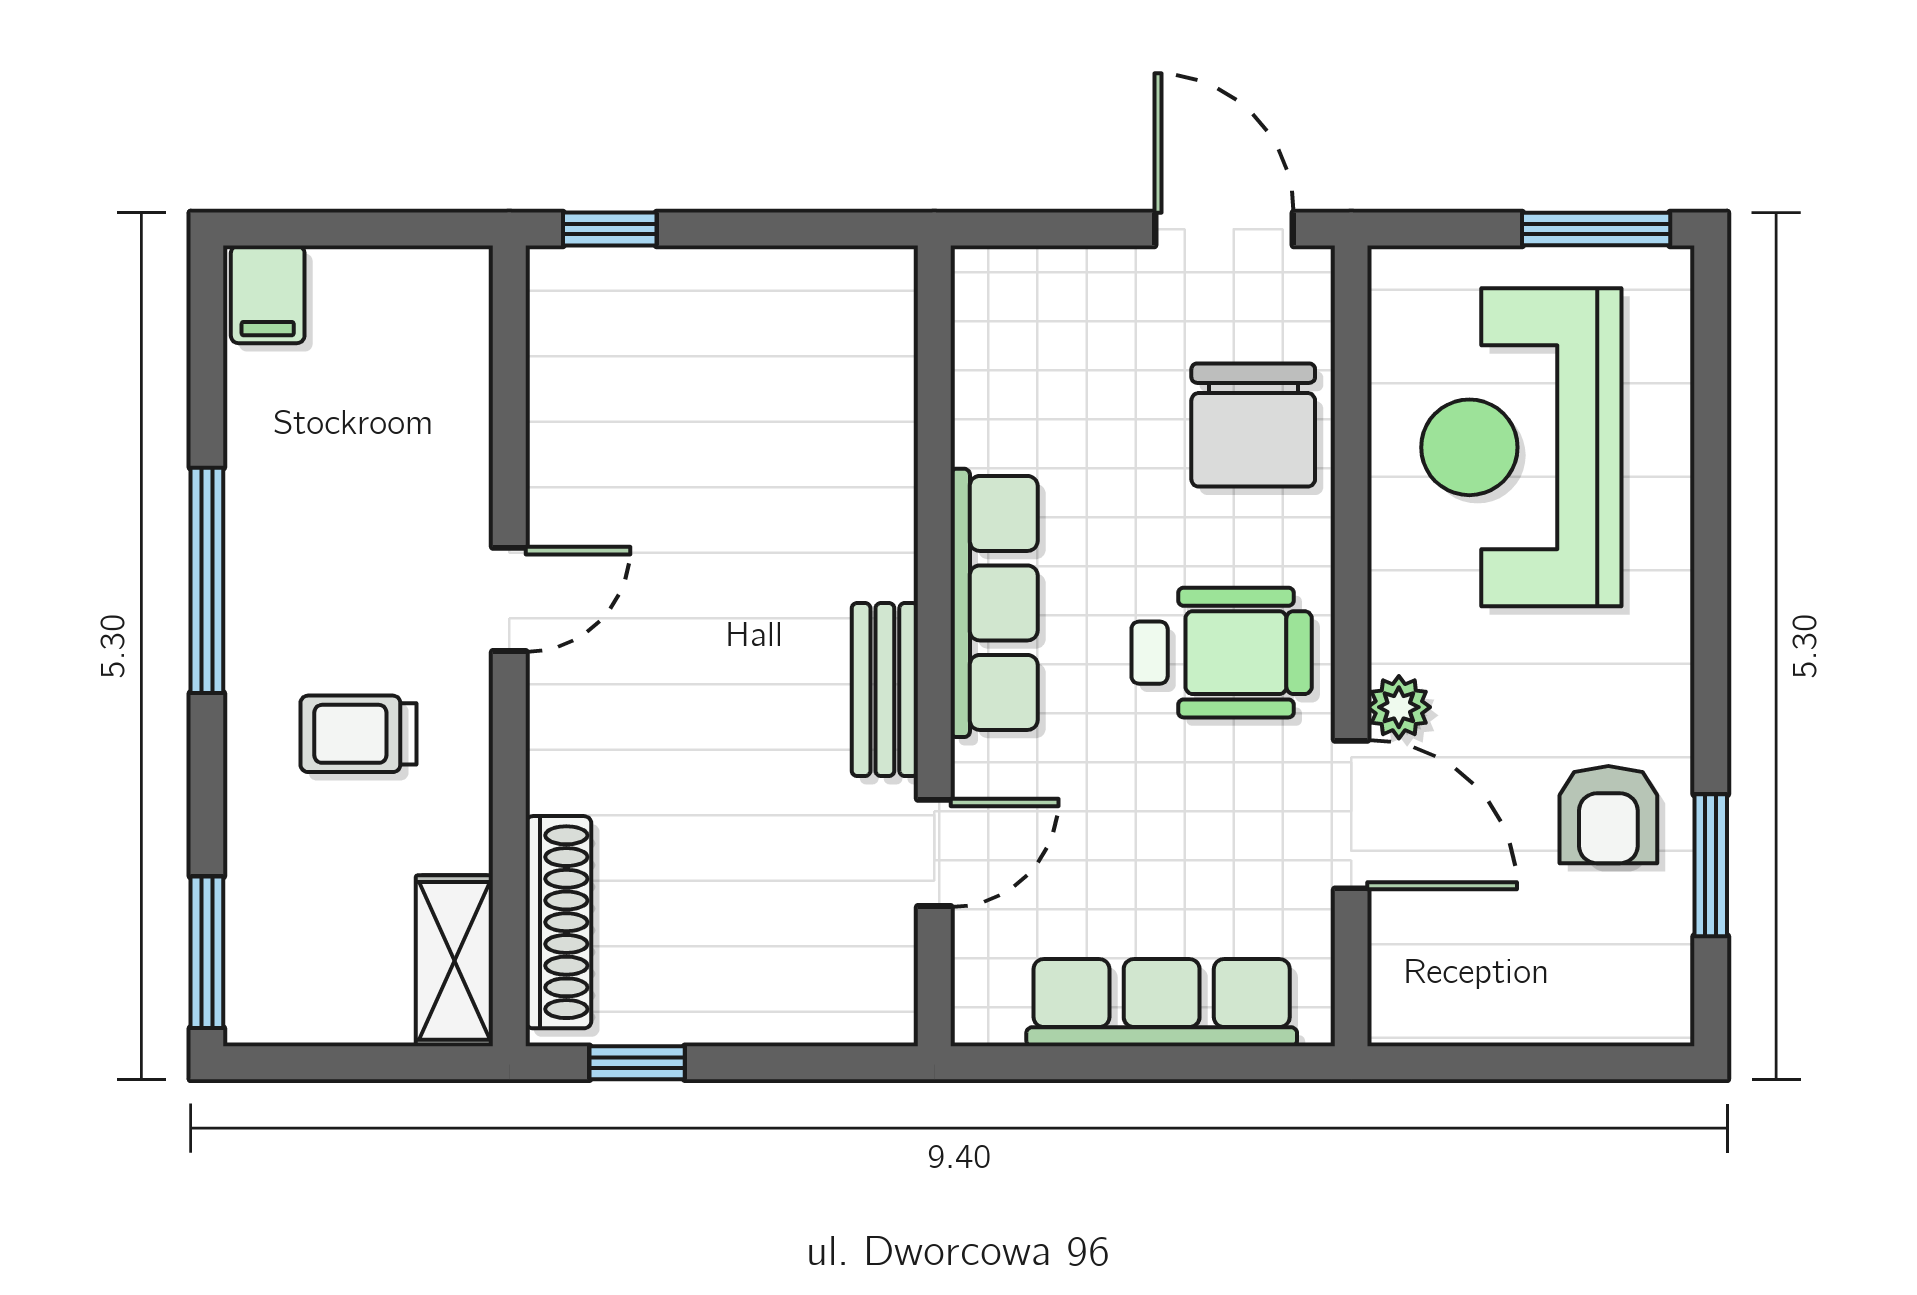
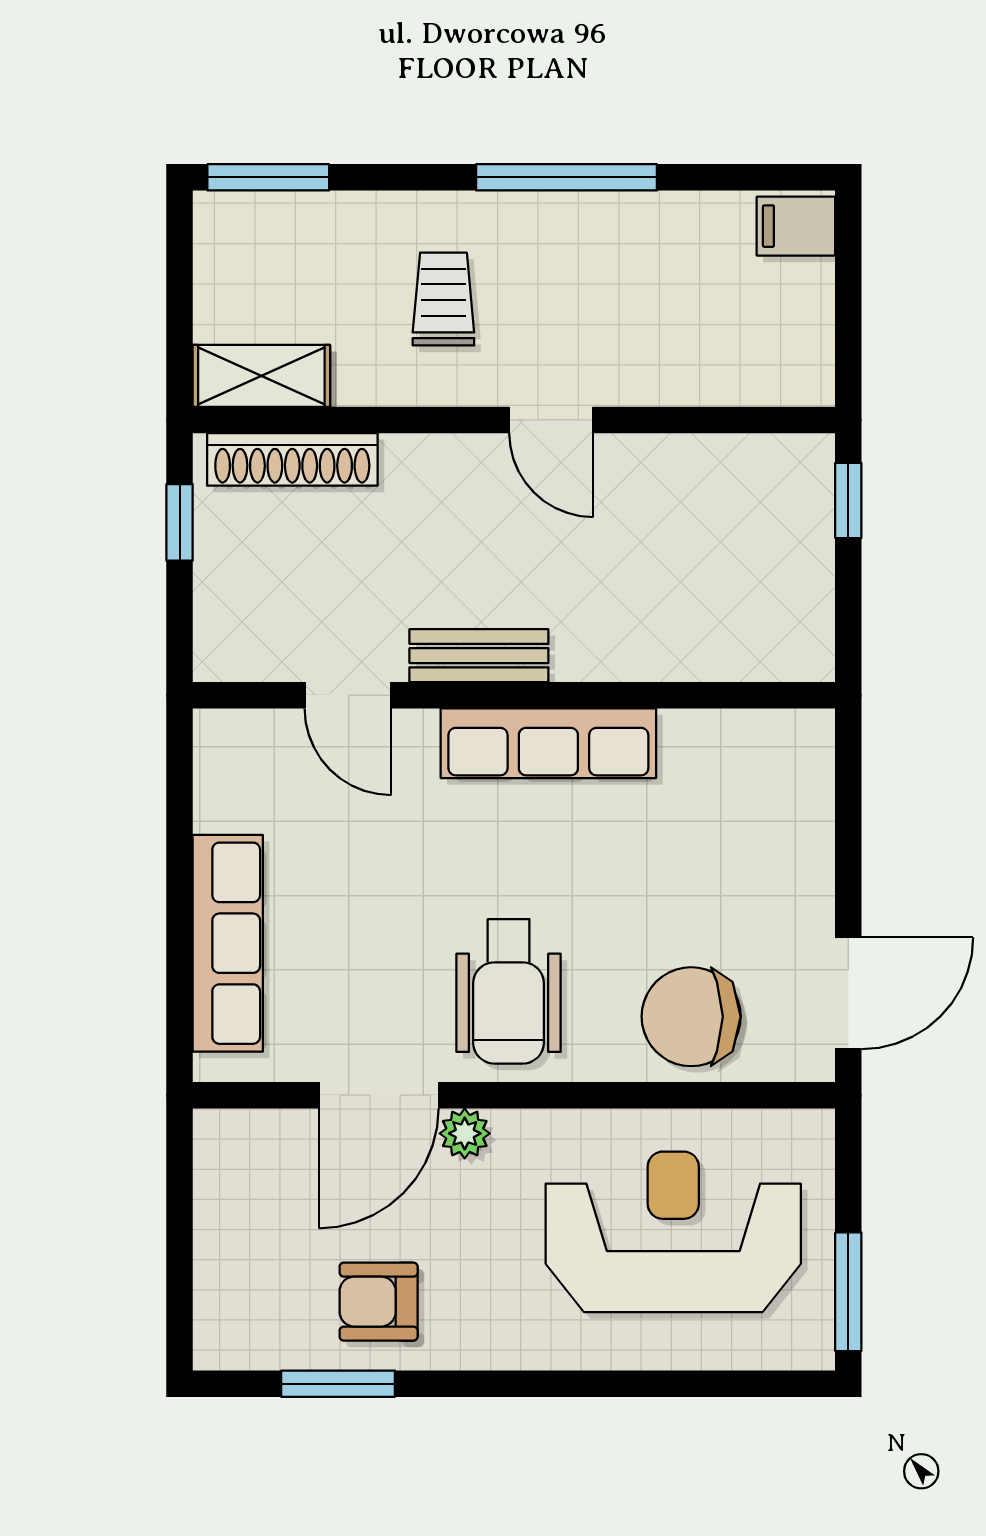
row of seats: (994, 603) -> (548, 743), moved
wall: (934, 646) -> (514, 695), moved
bench: (885, 690) -> (479, 656), moved
door: (934, 853) -> (348, 695), moved

